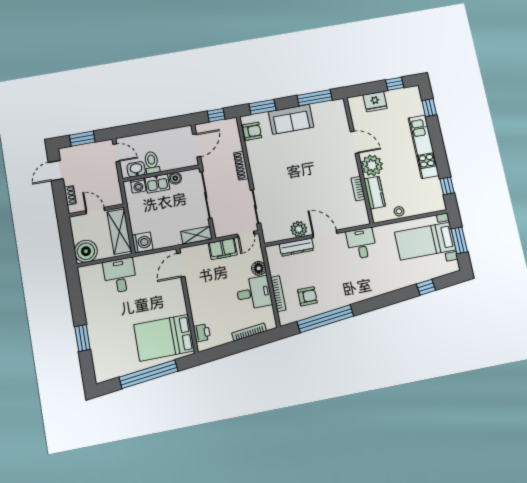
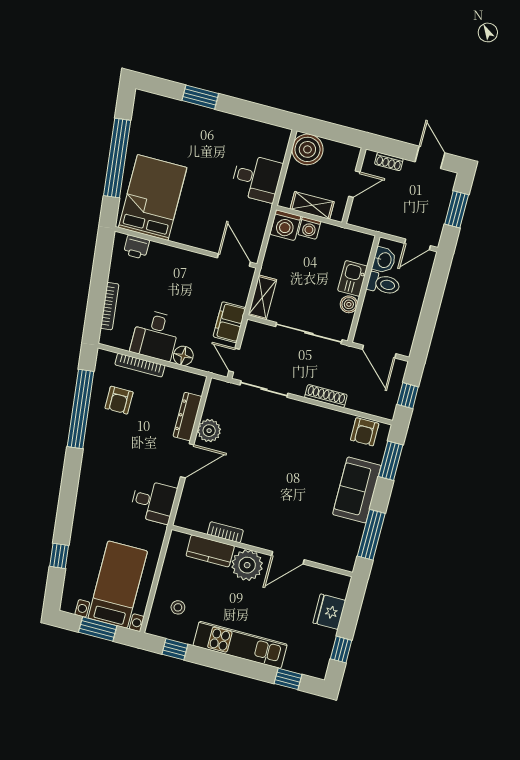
washing machine: (138, 186) -> (309, 228), moved, turned -90
stool: (399, 211) -> (178, 607), moved
shelving: (119, 232) -> (312, 205), width x0.67, depth x0.75

